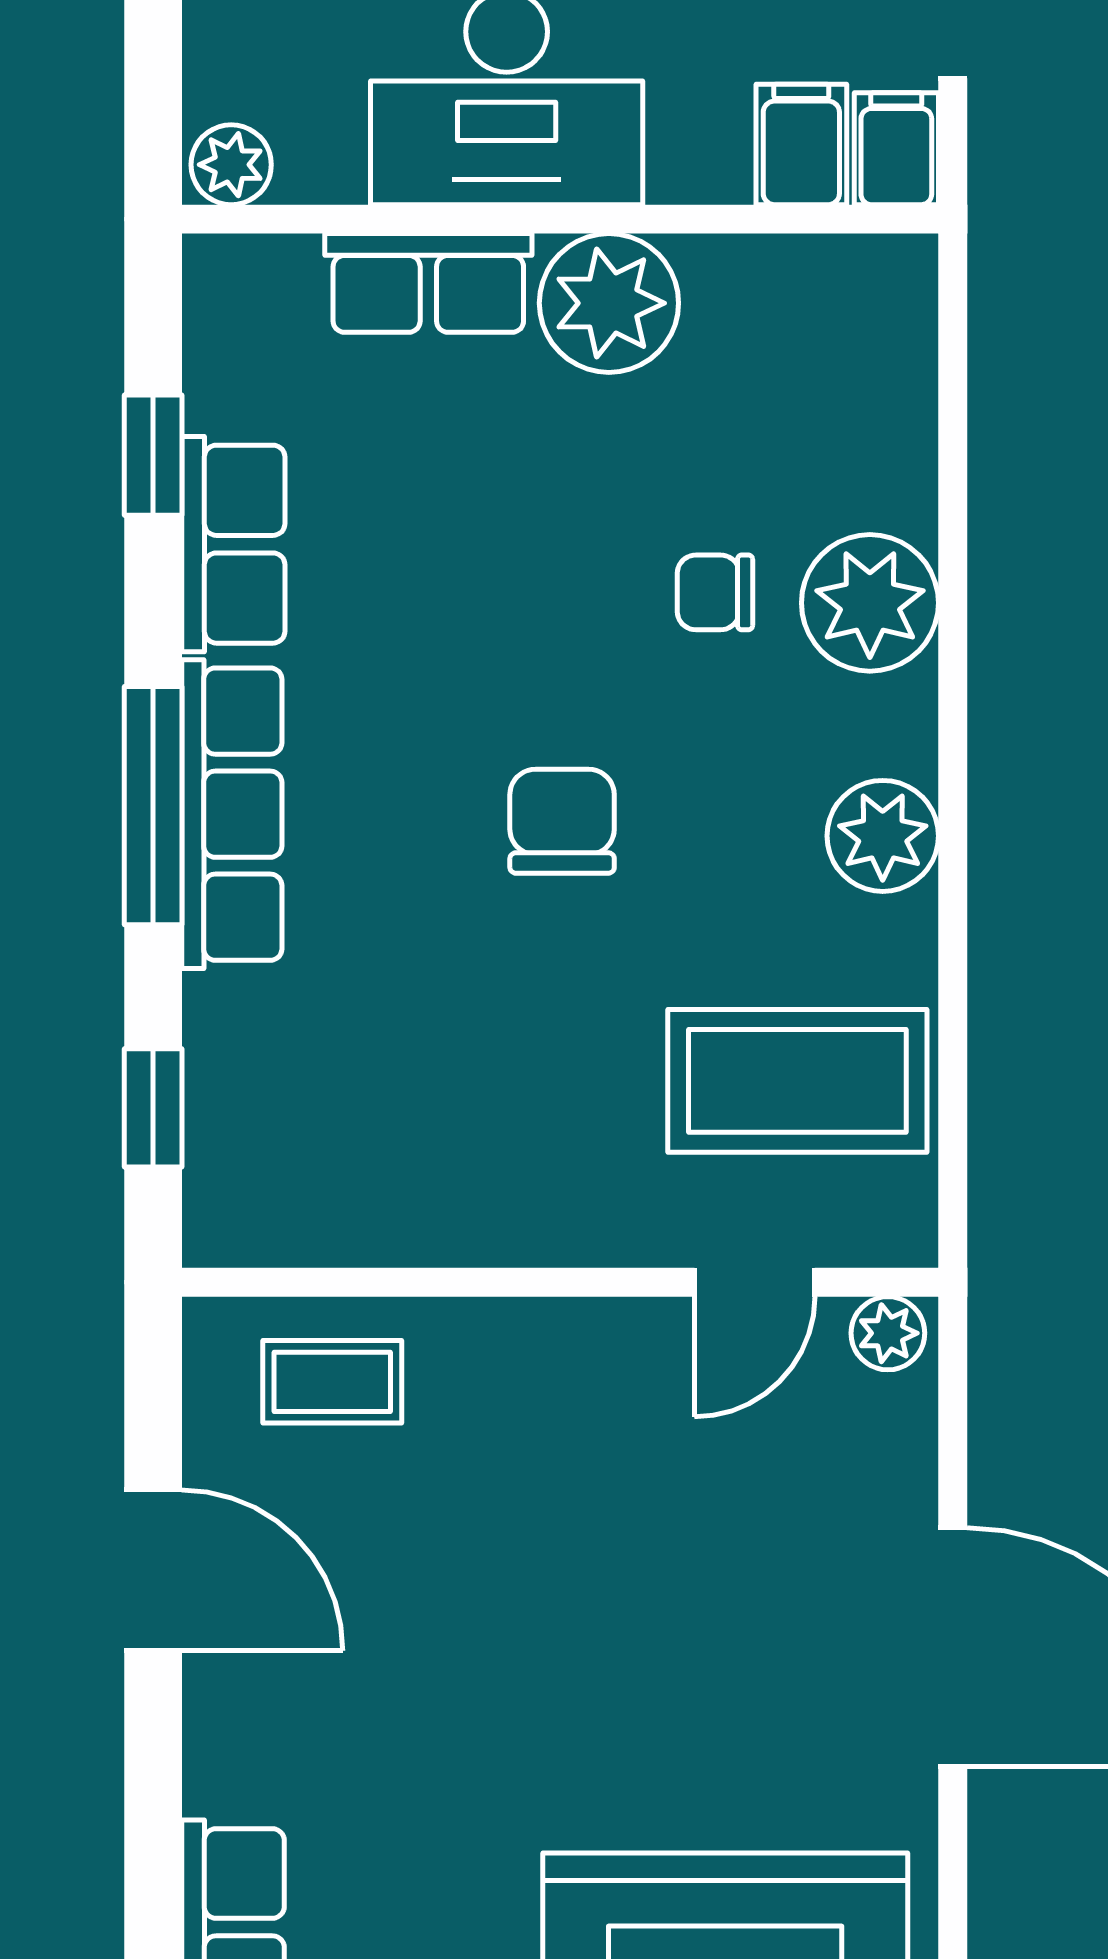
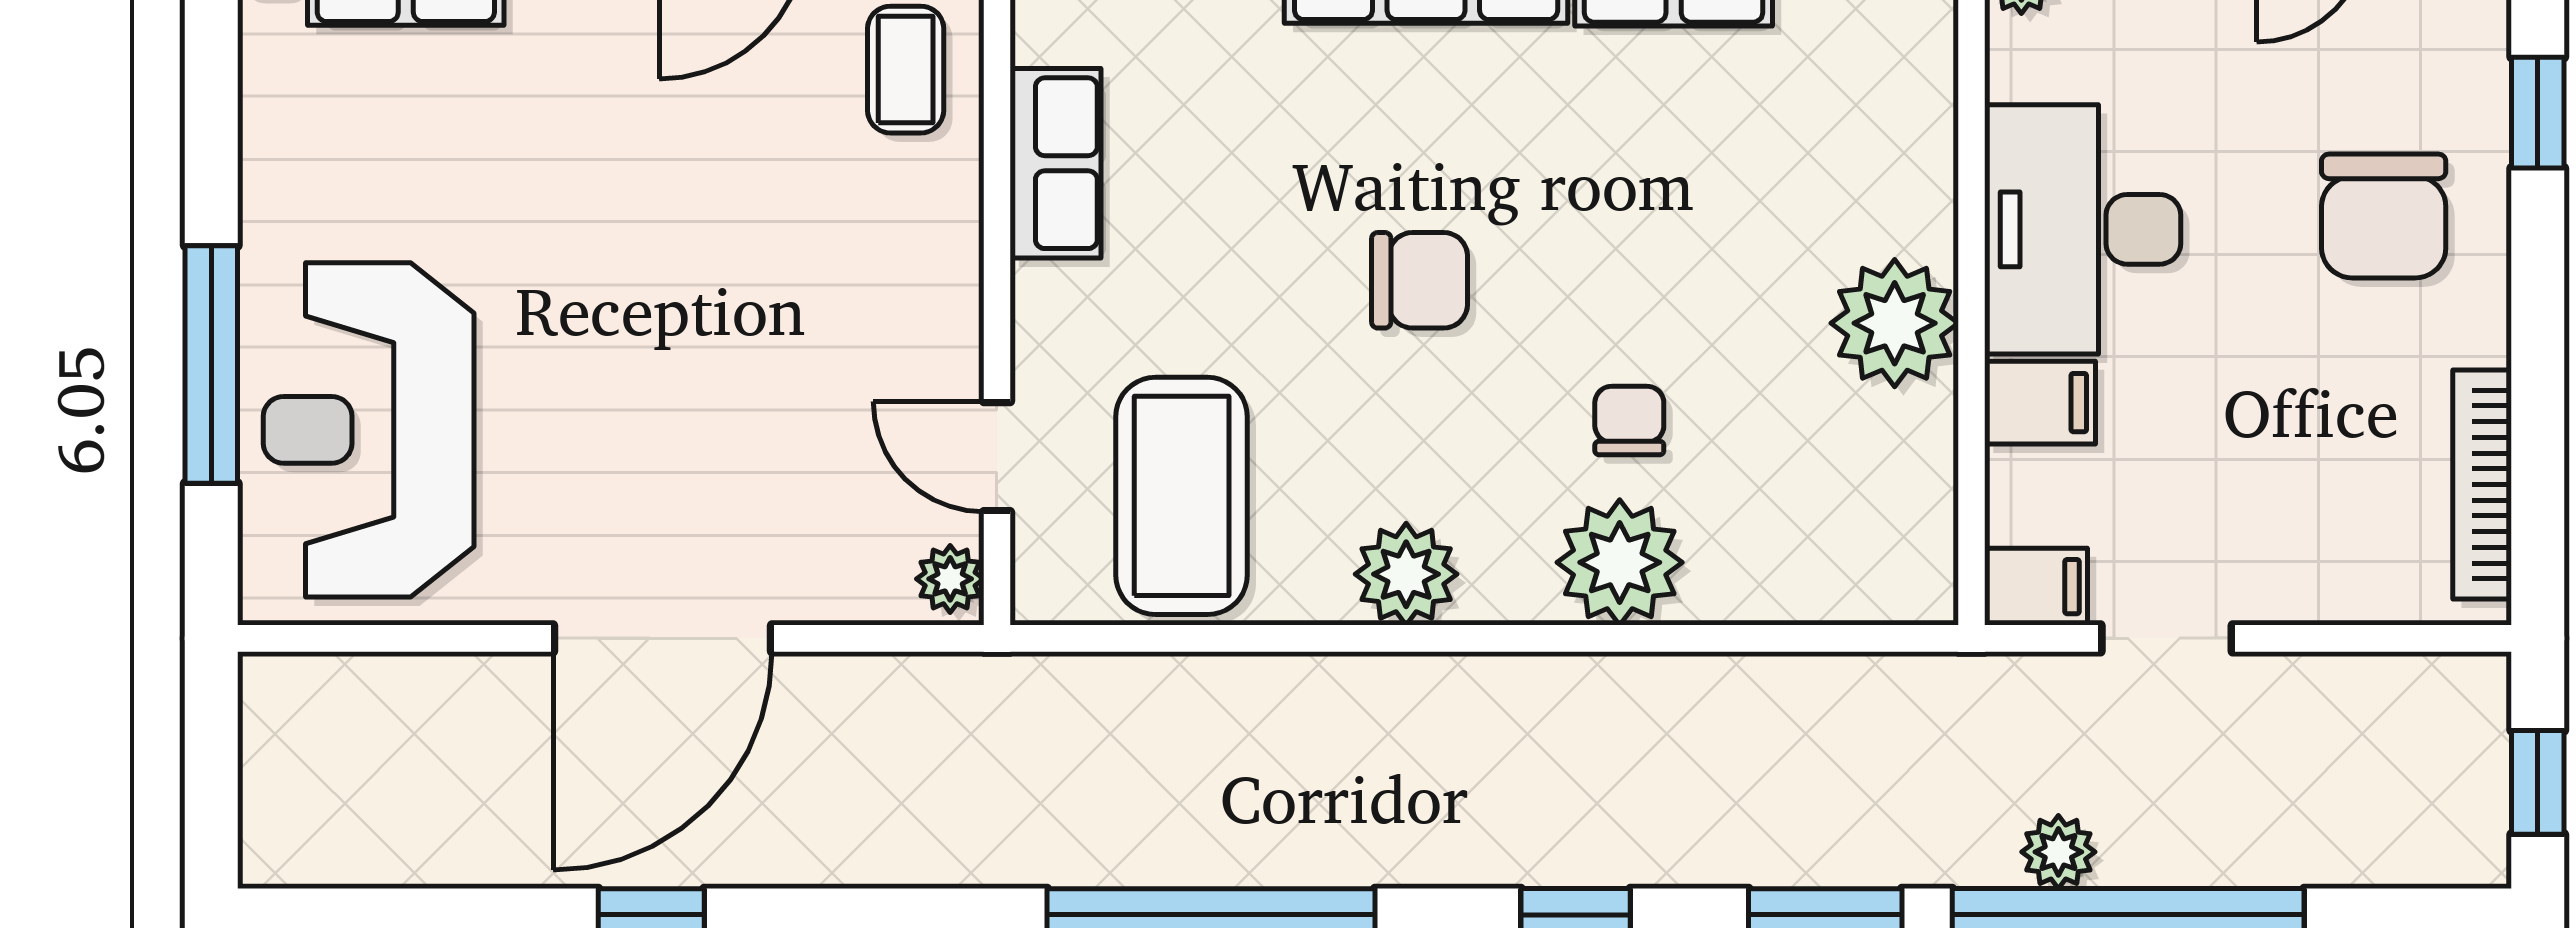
filing cabinet: (801, 144) -> (2040, 403), moved
row of seats: (428, 283) -> (1055, 163), moved, turned 180

